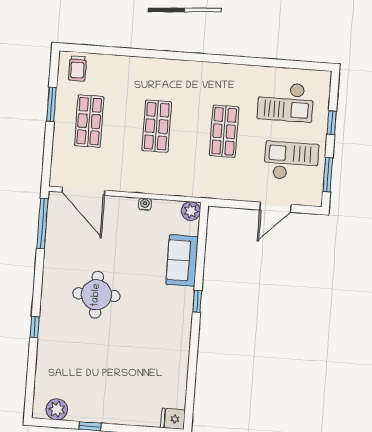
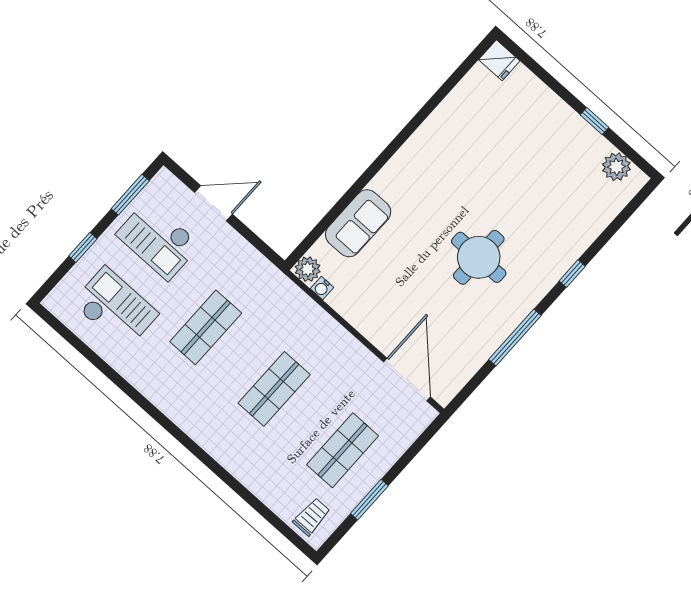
water cooler: (145, 204) -> (322, 288), moved
window: (42, 224) -> (515, 338), moved
window: (197, 301) -> (376, 167), removed

